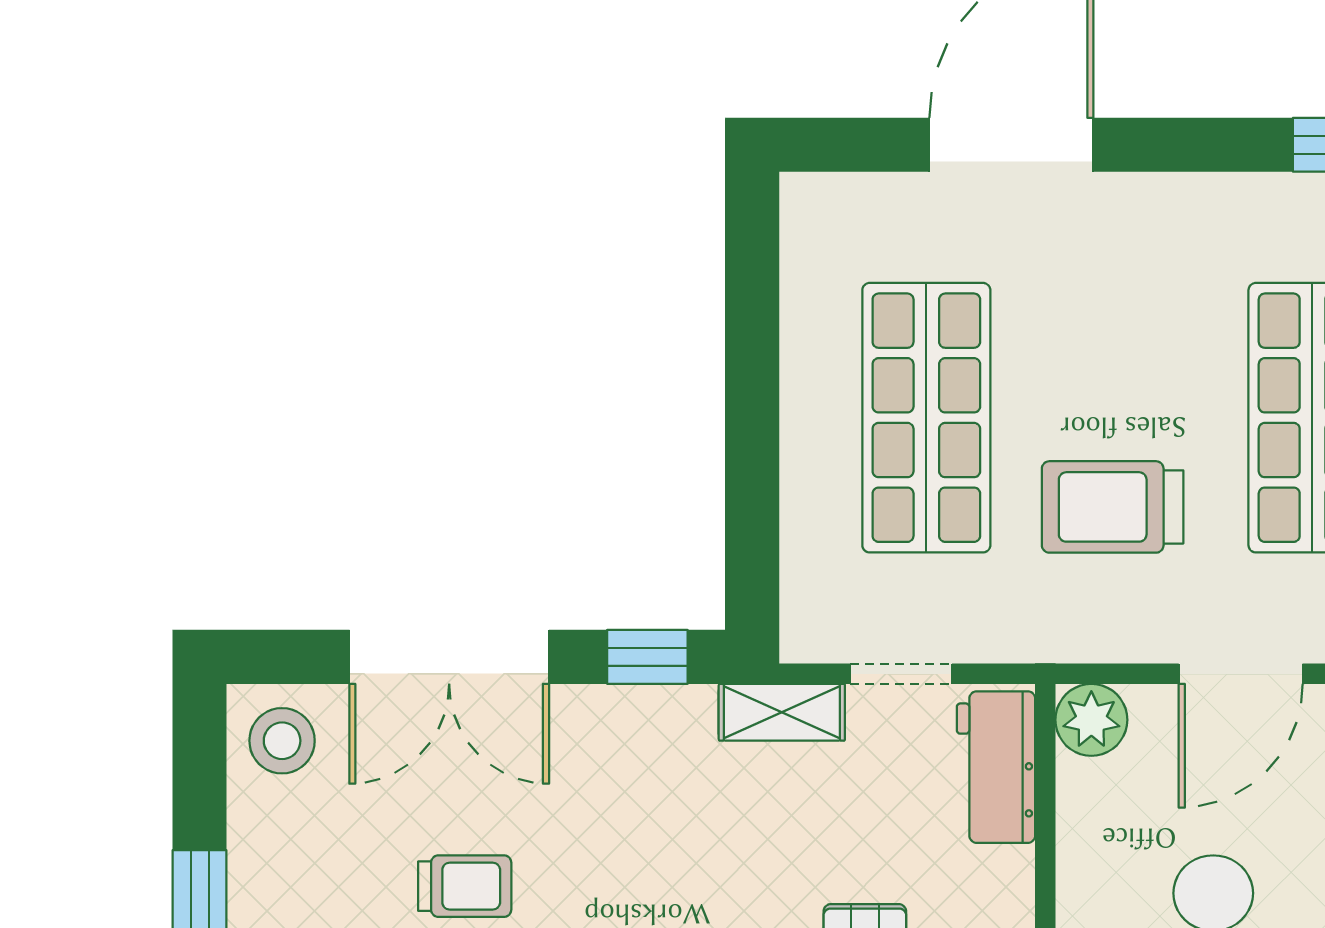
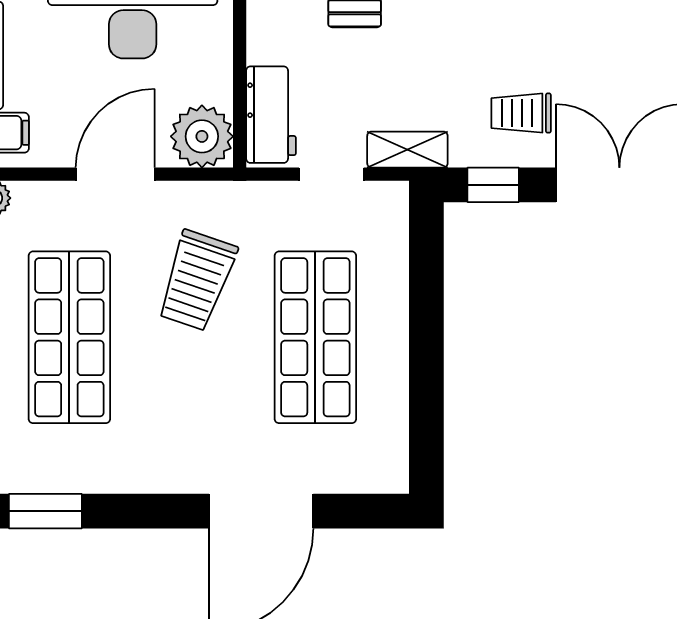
trolley: (1113, 507) -> (197, 280), turned 109
plant: (1091, 720) -> (202, 136), width x1.36, depth x1.36
trolley: (465, 886) -> (521, 113), moved

